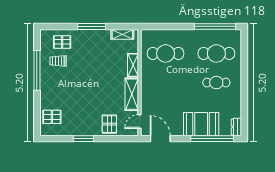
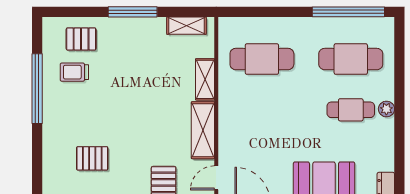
plant: (237, 82) -> (386, 109), added
pallet: (52, 117) -> (92, 158), moved

